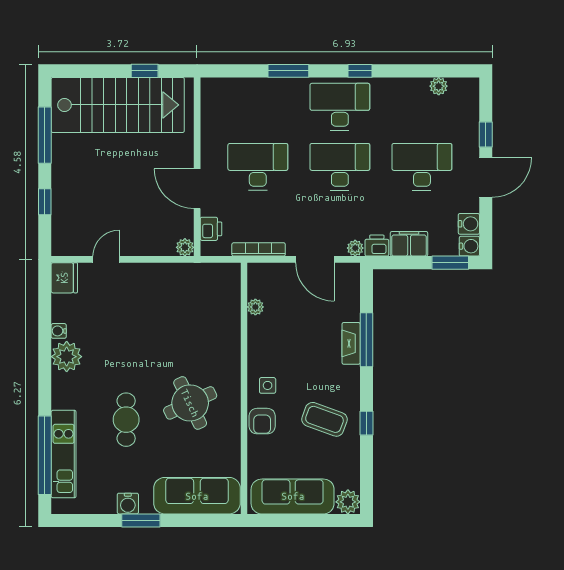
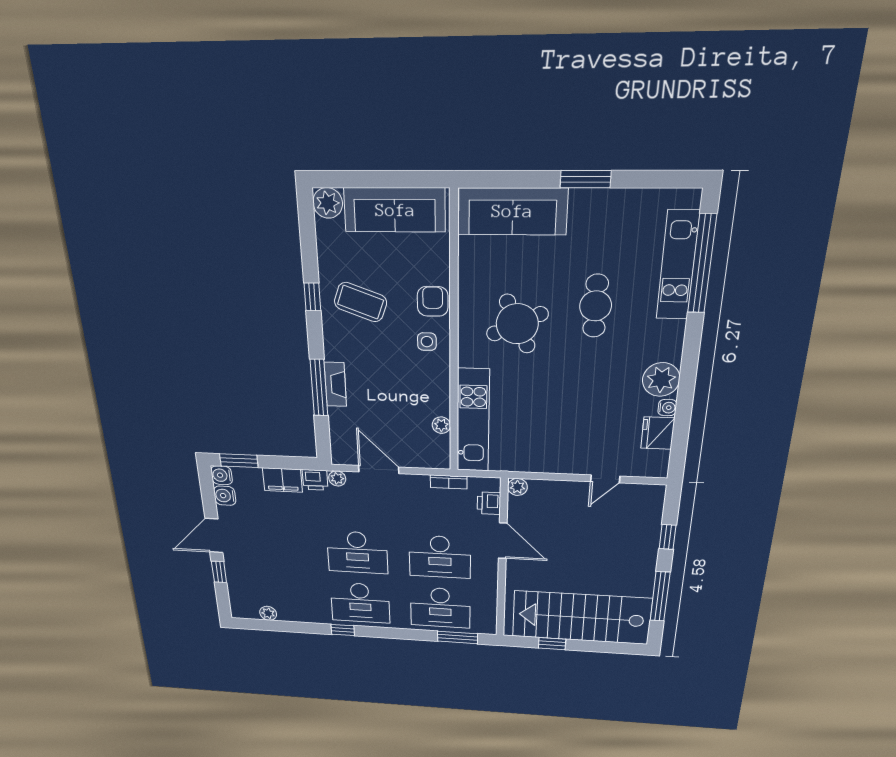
window: (288, 71) -> (458, 637), moved
desk: (422, 167) -> (440, 608), moved
bookcase: (259, 249) -> (449, 482), width x0.64
fridge: (64, 278) -> (658, 433), moved
kitchen unit: (227, 312) -> (473, 421), added
water cooler: (128, 504) -> (601, 202), removed

